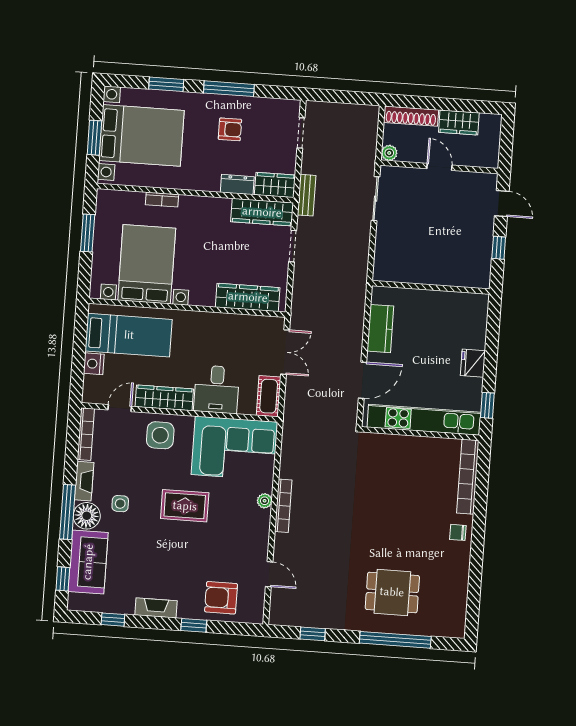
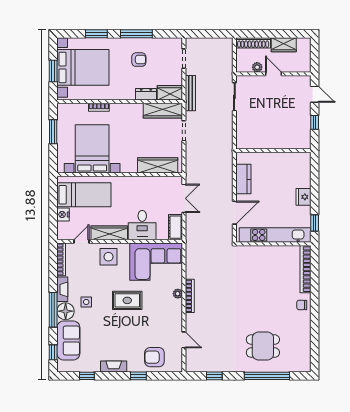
plant: (389, 153) -> (257, 67), moved
bench: (307, 195) -> (190, 93), width x1.36

